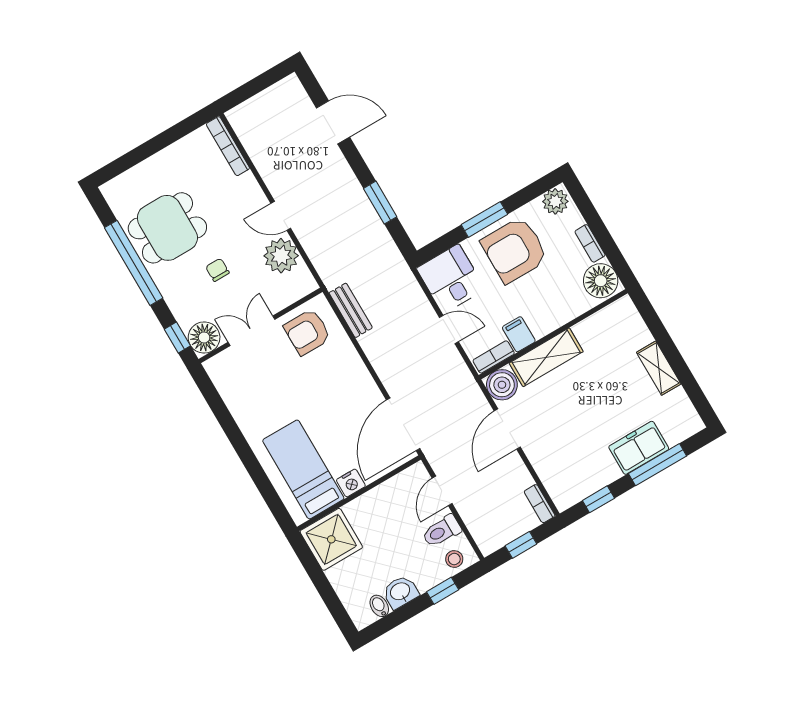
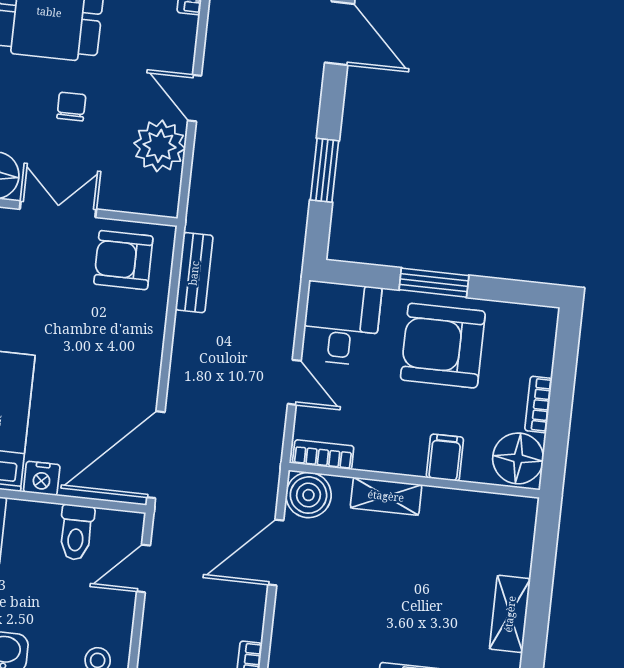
plant: (555, 201) -> (534, 324), removed
filing cabinet: (519, 334) -> (445, 458), moved
shelving: (546, 357) -> (386, 496), width x0.67, depth x0.75
toilet: (442, 531) -> (76, 532), moved, turned -90

